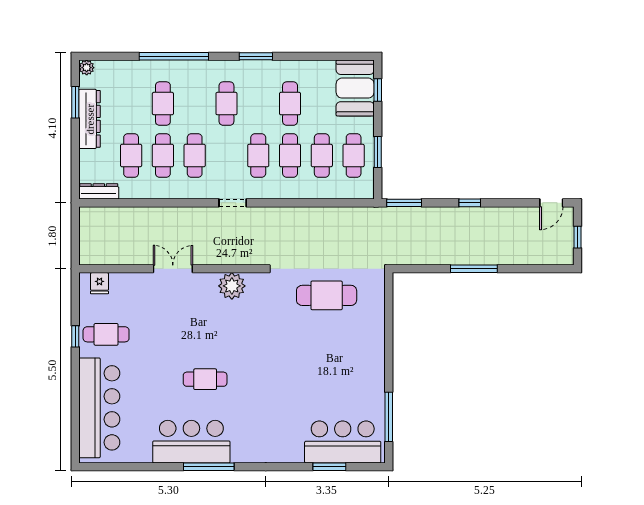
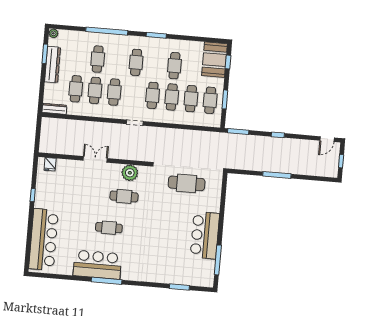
cafe table: (106, 334) -> (124, 196), moved
bar counter: (343, 442) -> (205, 235), moved, turned -90

